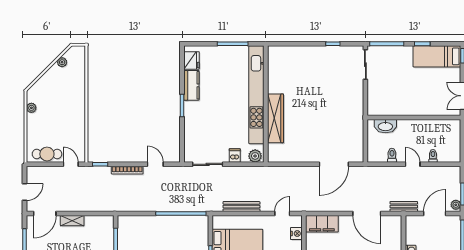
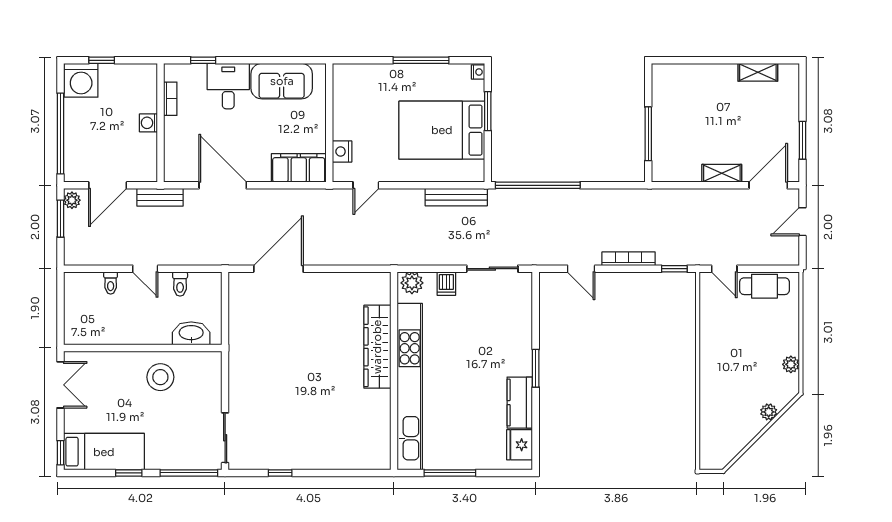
plant: (62, 62) -> (769, 412), moved
stool: (404, 100) -> (160, 377), added
bench: (241, 207) -> (456, 197), moved

